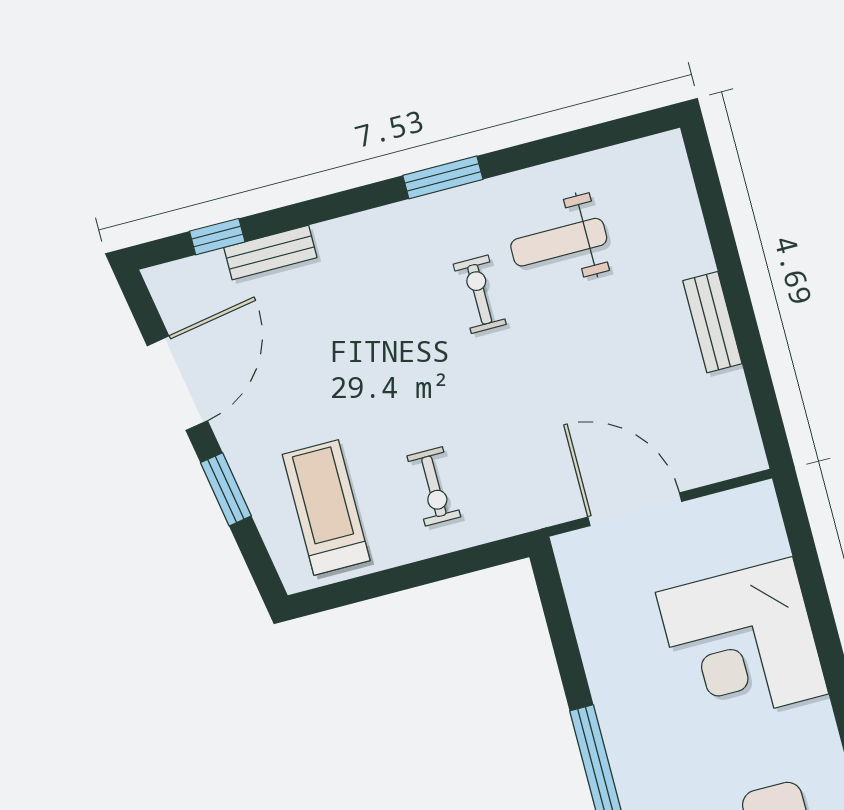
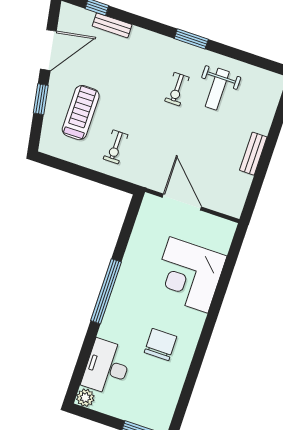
weight bench: (559, 242) -> (217, 89), turned -90
exercise bike: (480, 294) -> (177, 89), turned 180
treadmill: (326, 507) -> (81, 113), moved

